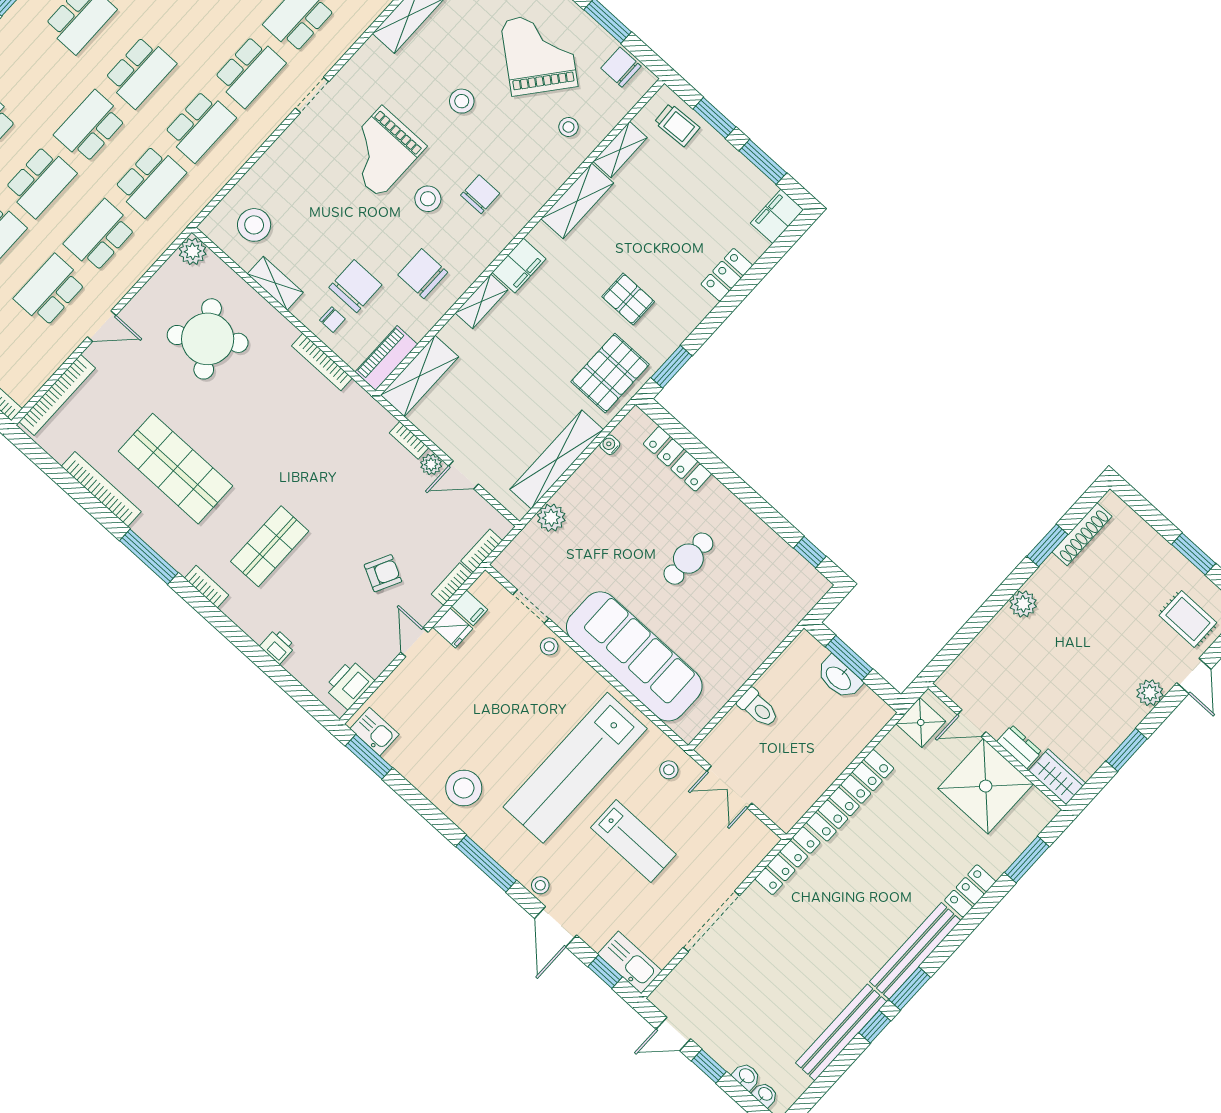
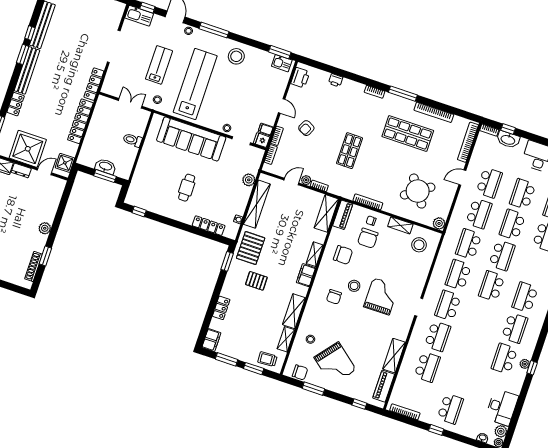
stool: (462, 101) -> (358, 331), removed
shop shelf: (270, 546) -> (349, 151), moved
fridge: (453, 628) -> (262, 140), moved
lab bench: (633, 841) -> (159, 65), turned 90

